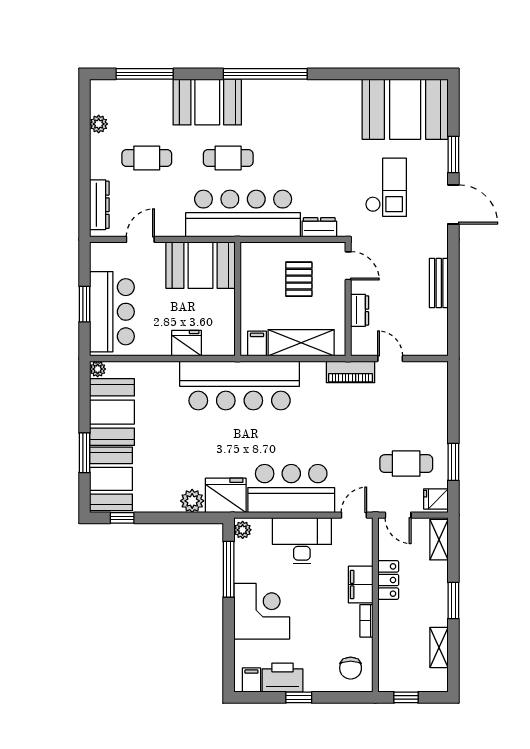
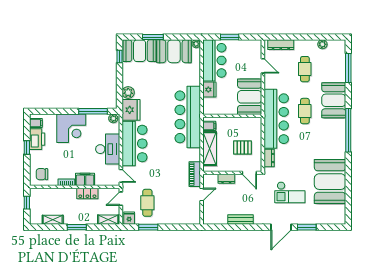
booth: (405, 109) -> (330, 182), moved
door: (348, 266) -> (249, 173), hinge flipped
bar counter: (112, 312) -> (214, 60), moved, turned -90

